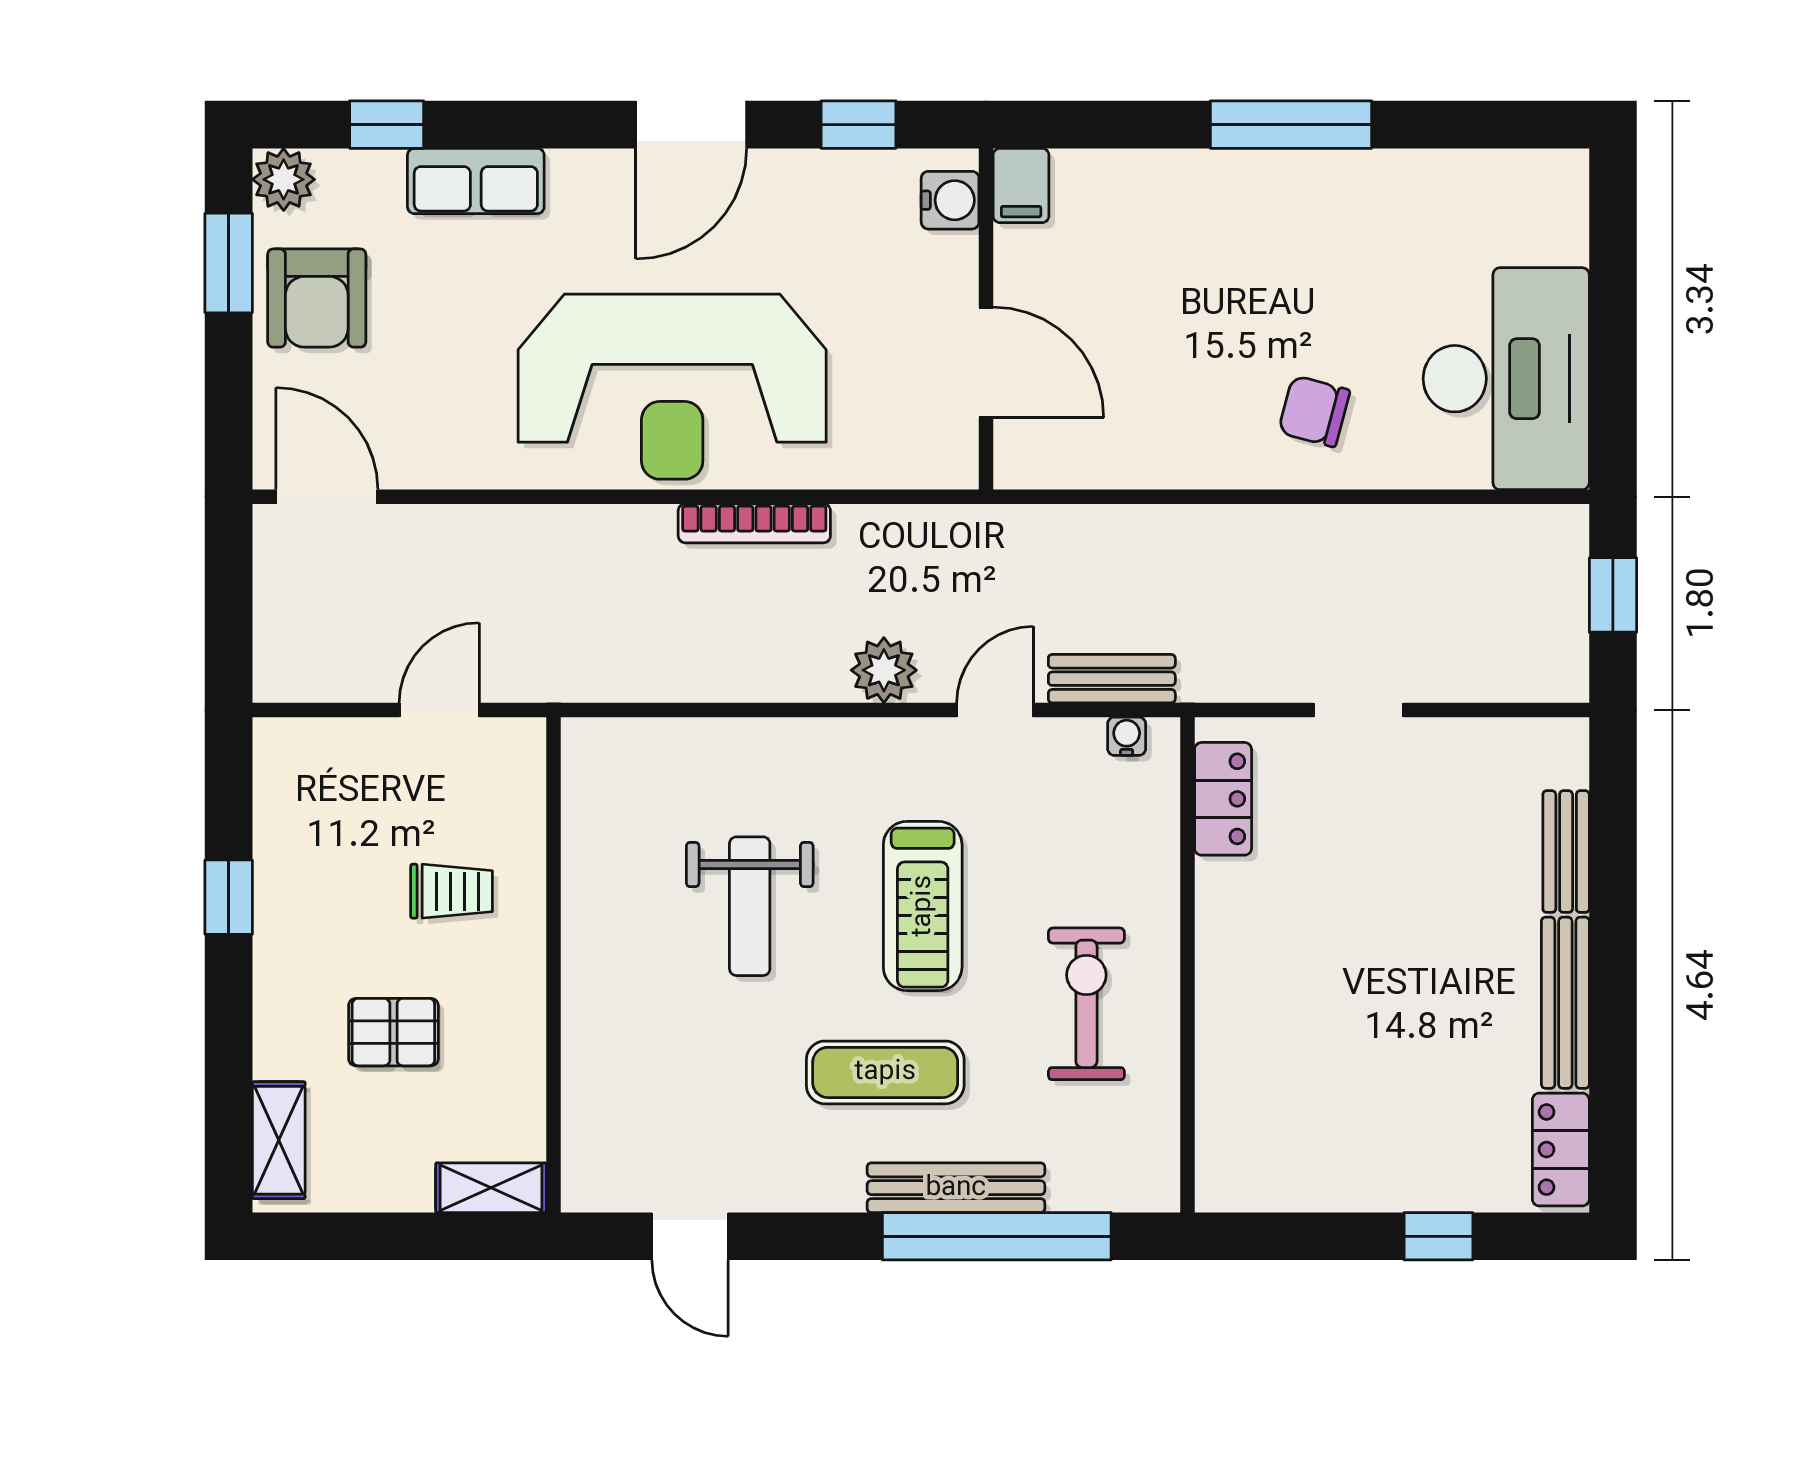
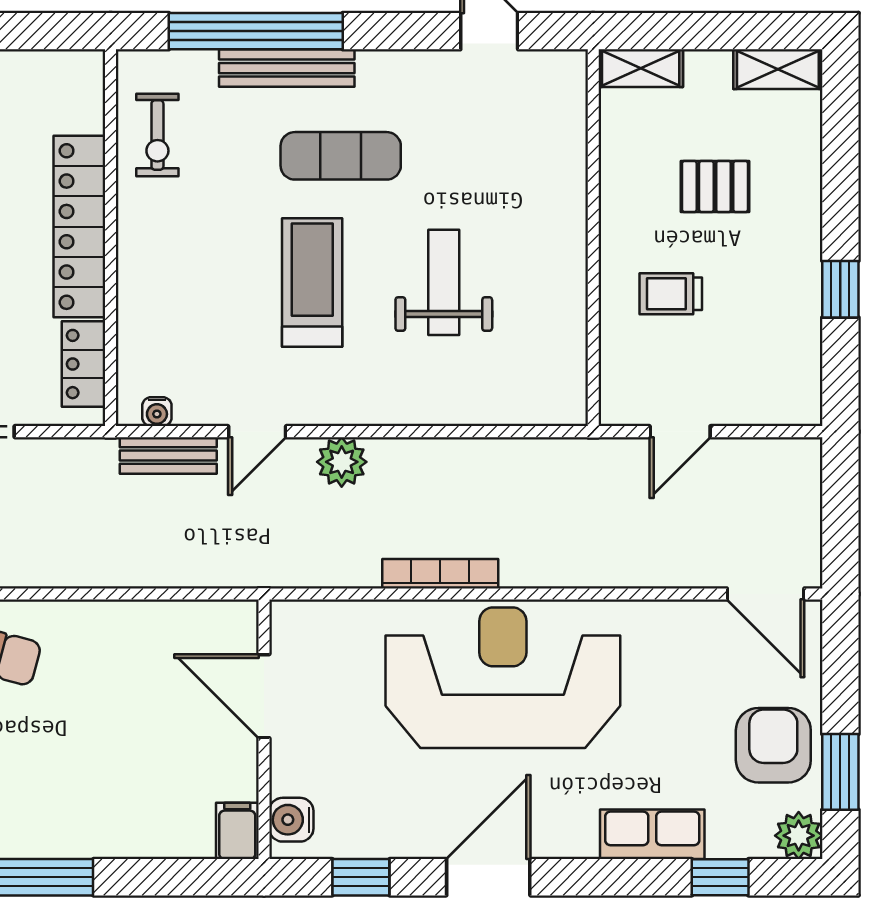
locker: (1228, 979) -> (79, 227), added
exercise bike: (1086, 1004) -> (157, 135), moved, width x0.73, depth x0.72
shelving: (279, 1140) -> (778, 69), moved, turned 90

